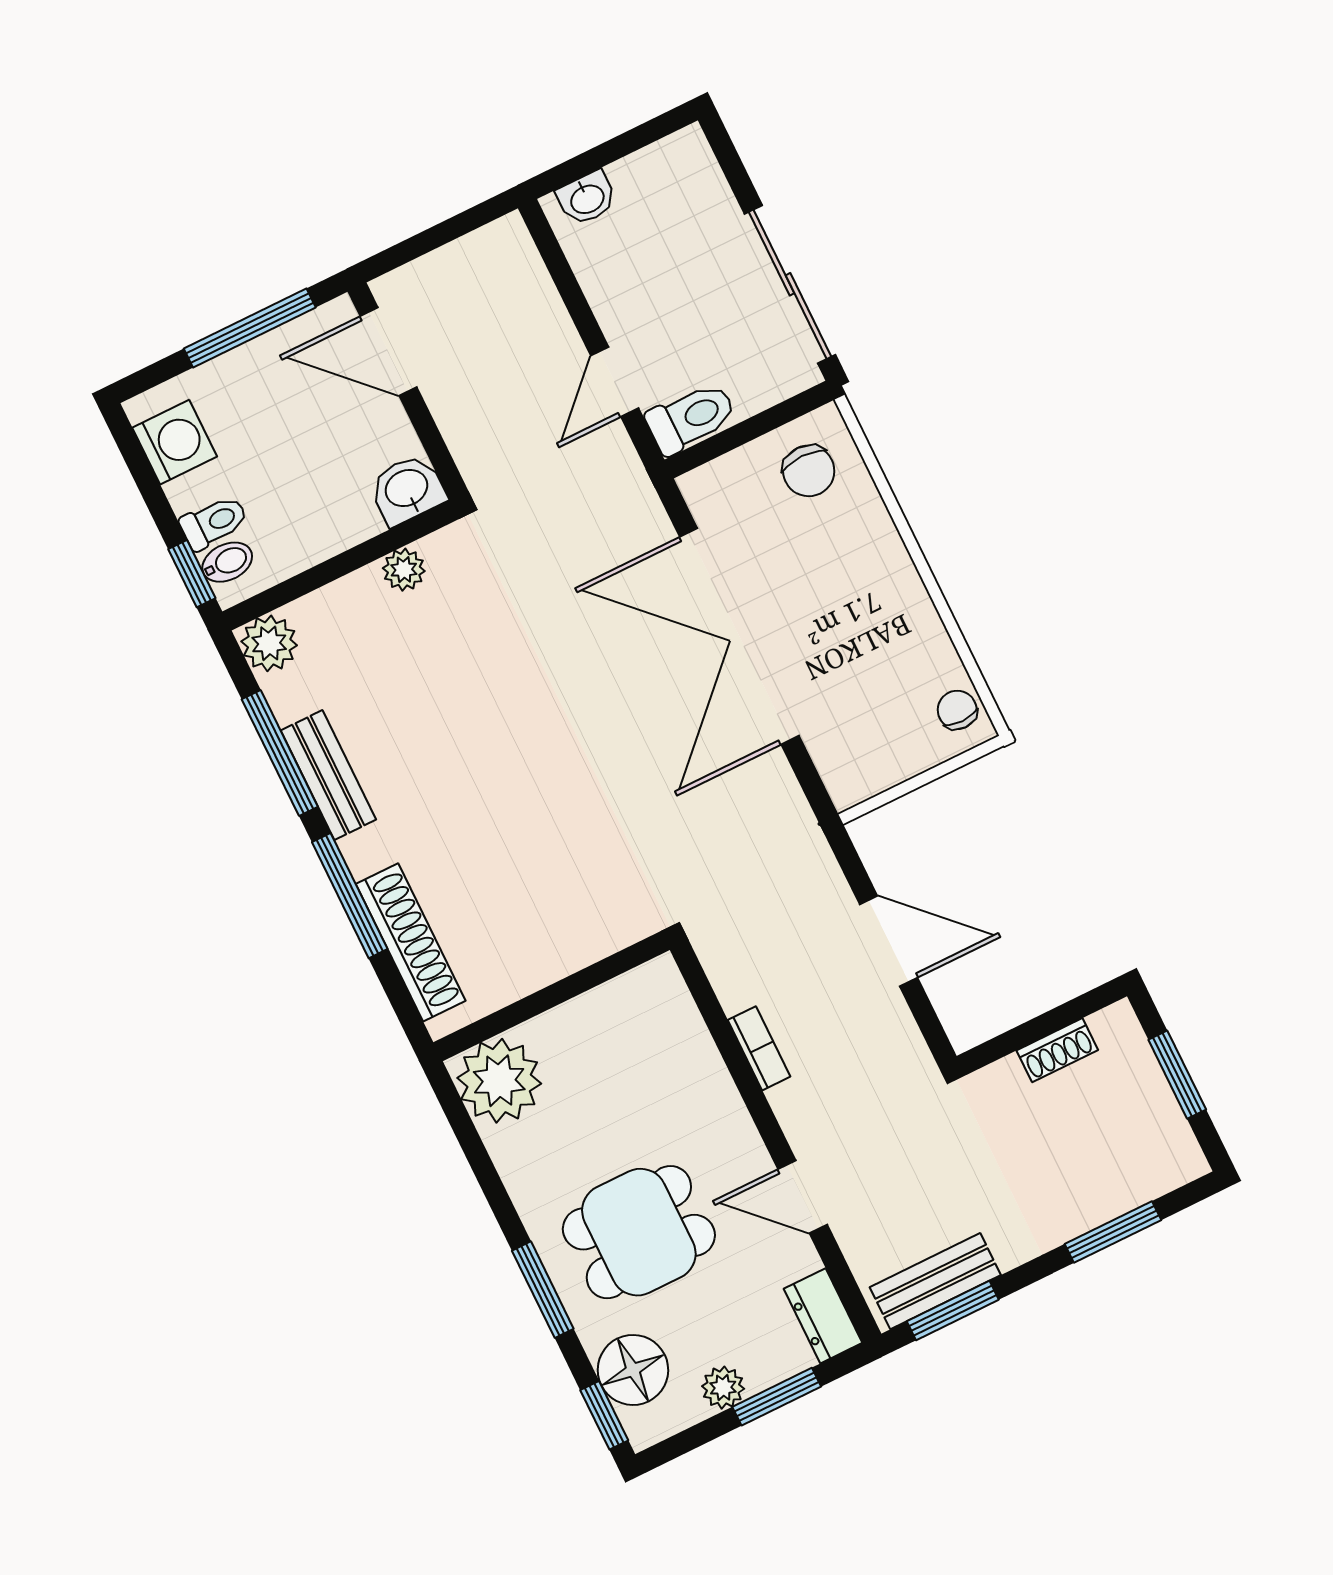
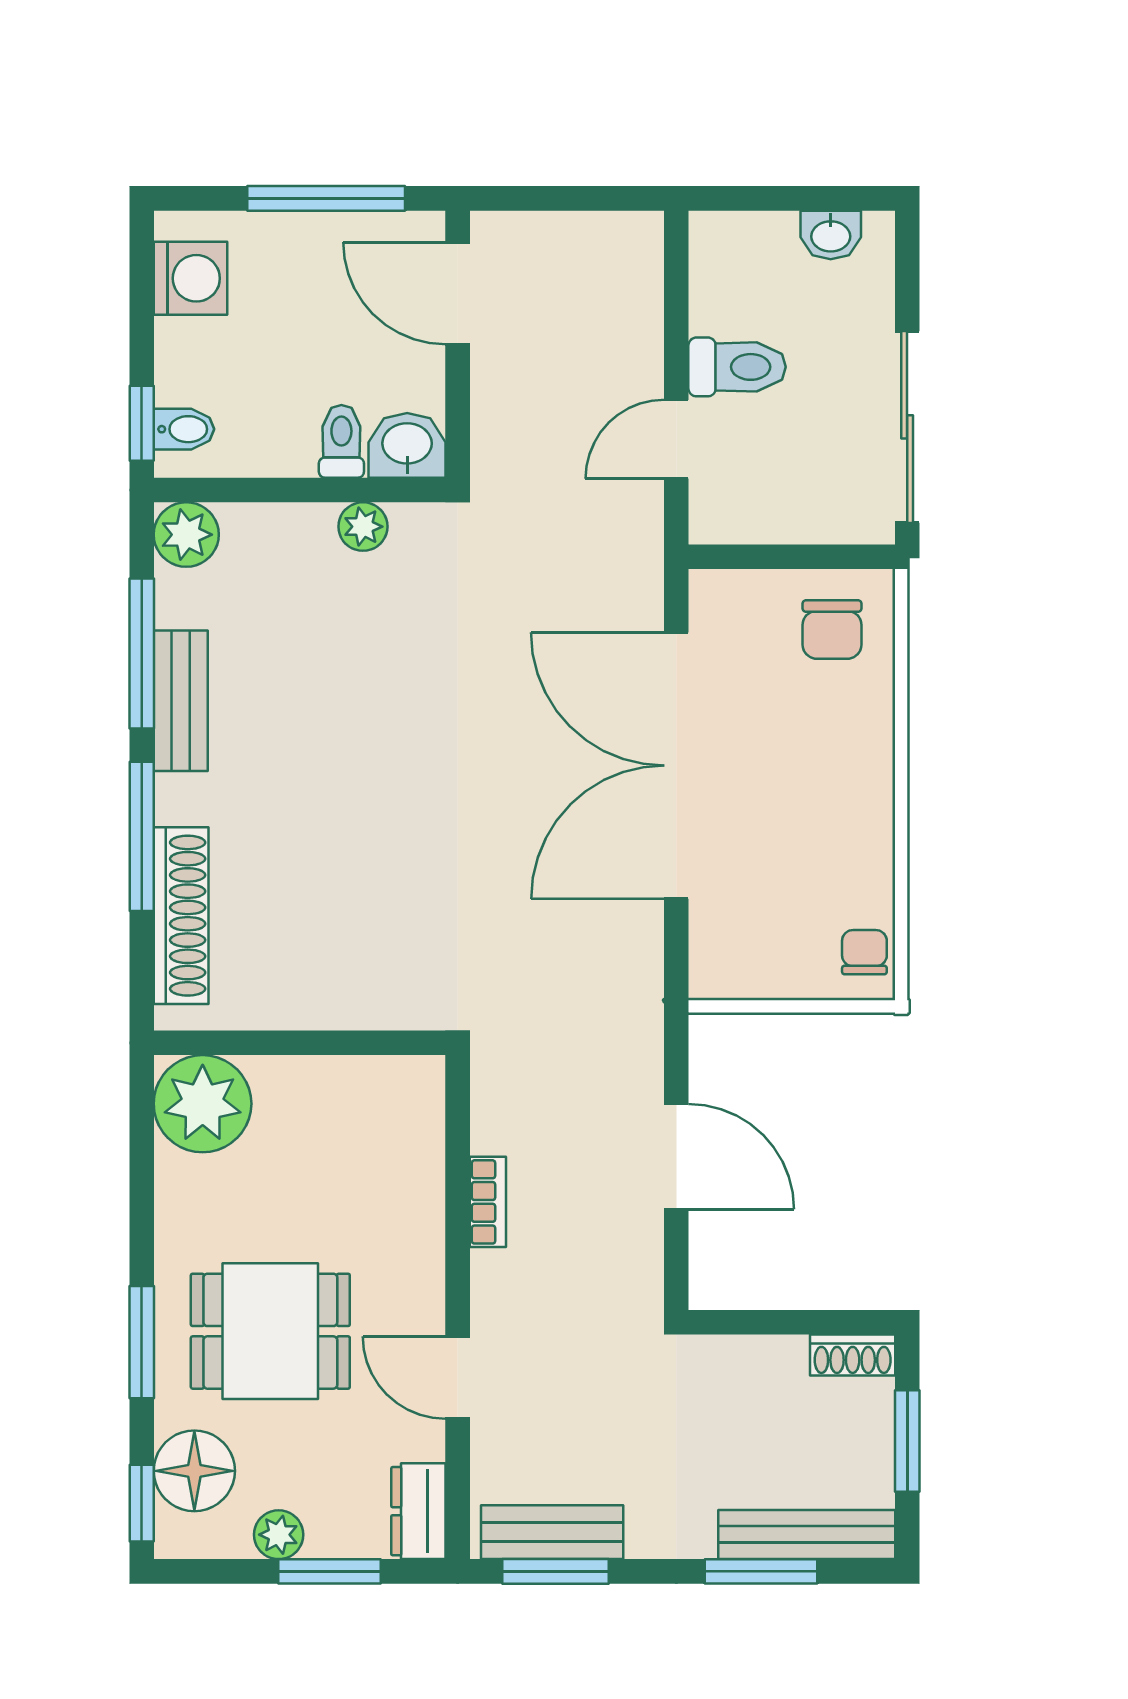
washbasin: (587, 198) -> (831, 235), moved
toilet: (691, 418) -> (737, 367), moved
toilet: (214, 522) -> (341, 441), moved, turned -90
shoe rack: (1057, 1050) -> (853, 1355), moved
bench: (1135, 1186) -> (807, 1534), added

